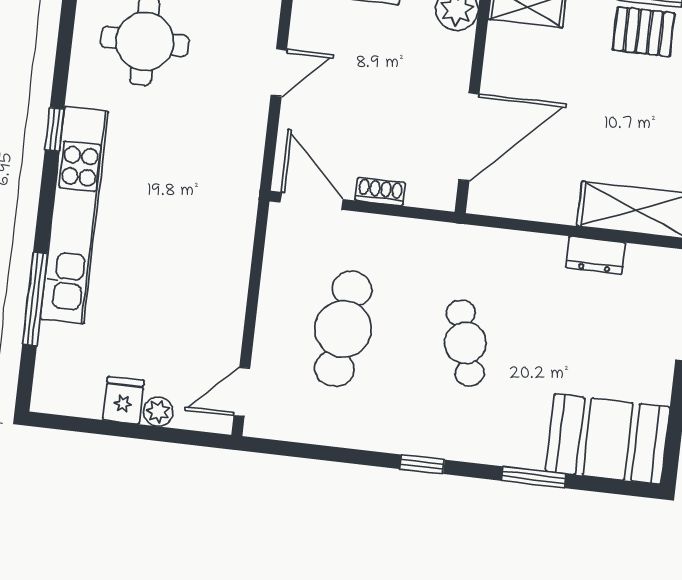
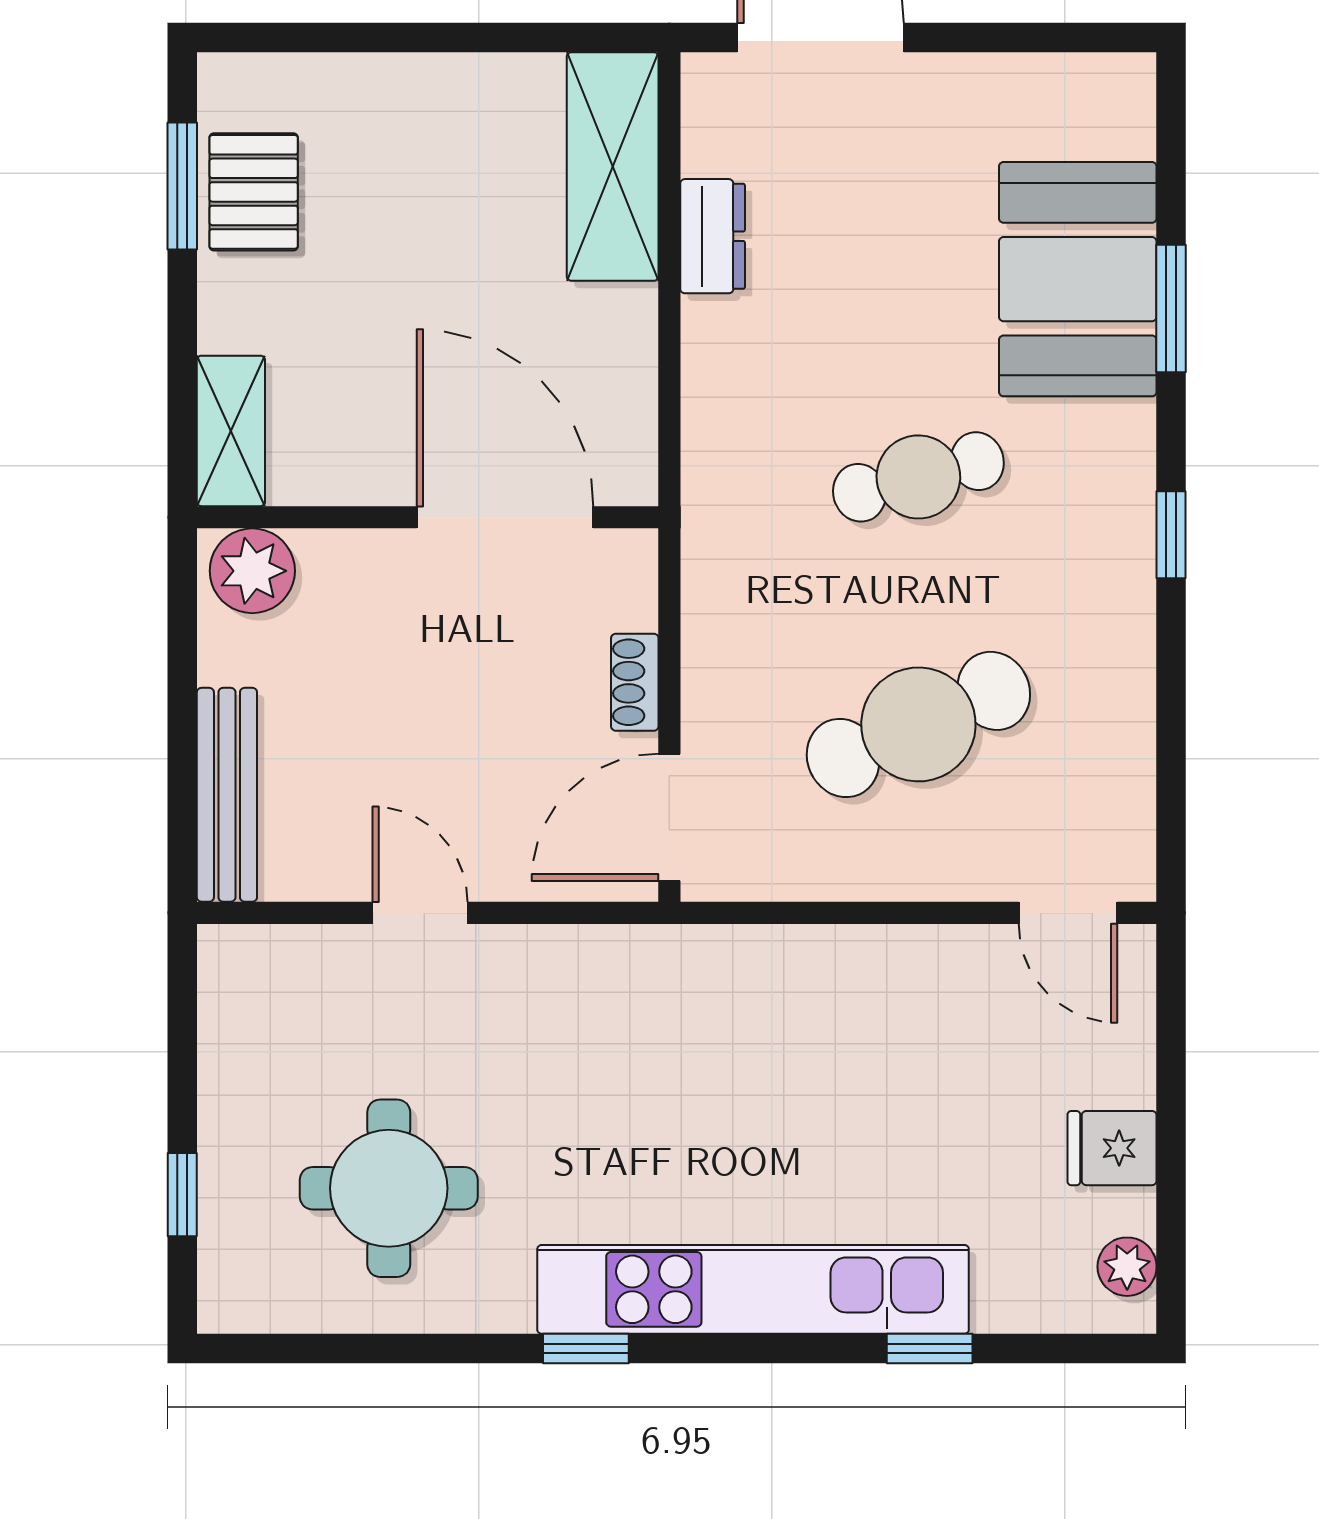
window: (35, 299) -> (930, 1349), width x0.46
cafe table: (343, 329) -> (918, 724), turned -30
plant: (158, 412) -> (1127, 1267), moved
booth: (608, 439) -> (1078, 279), moved

